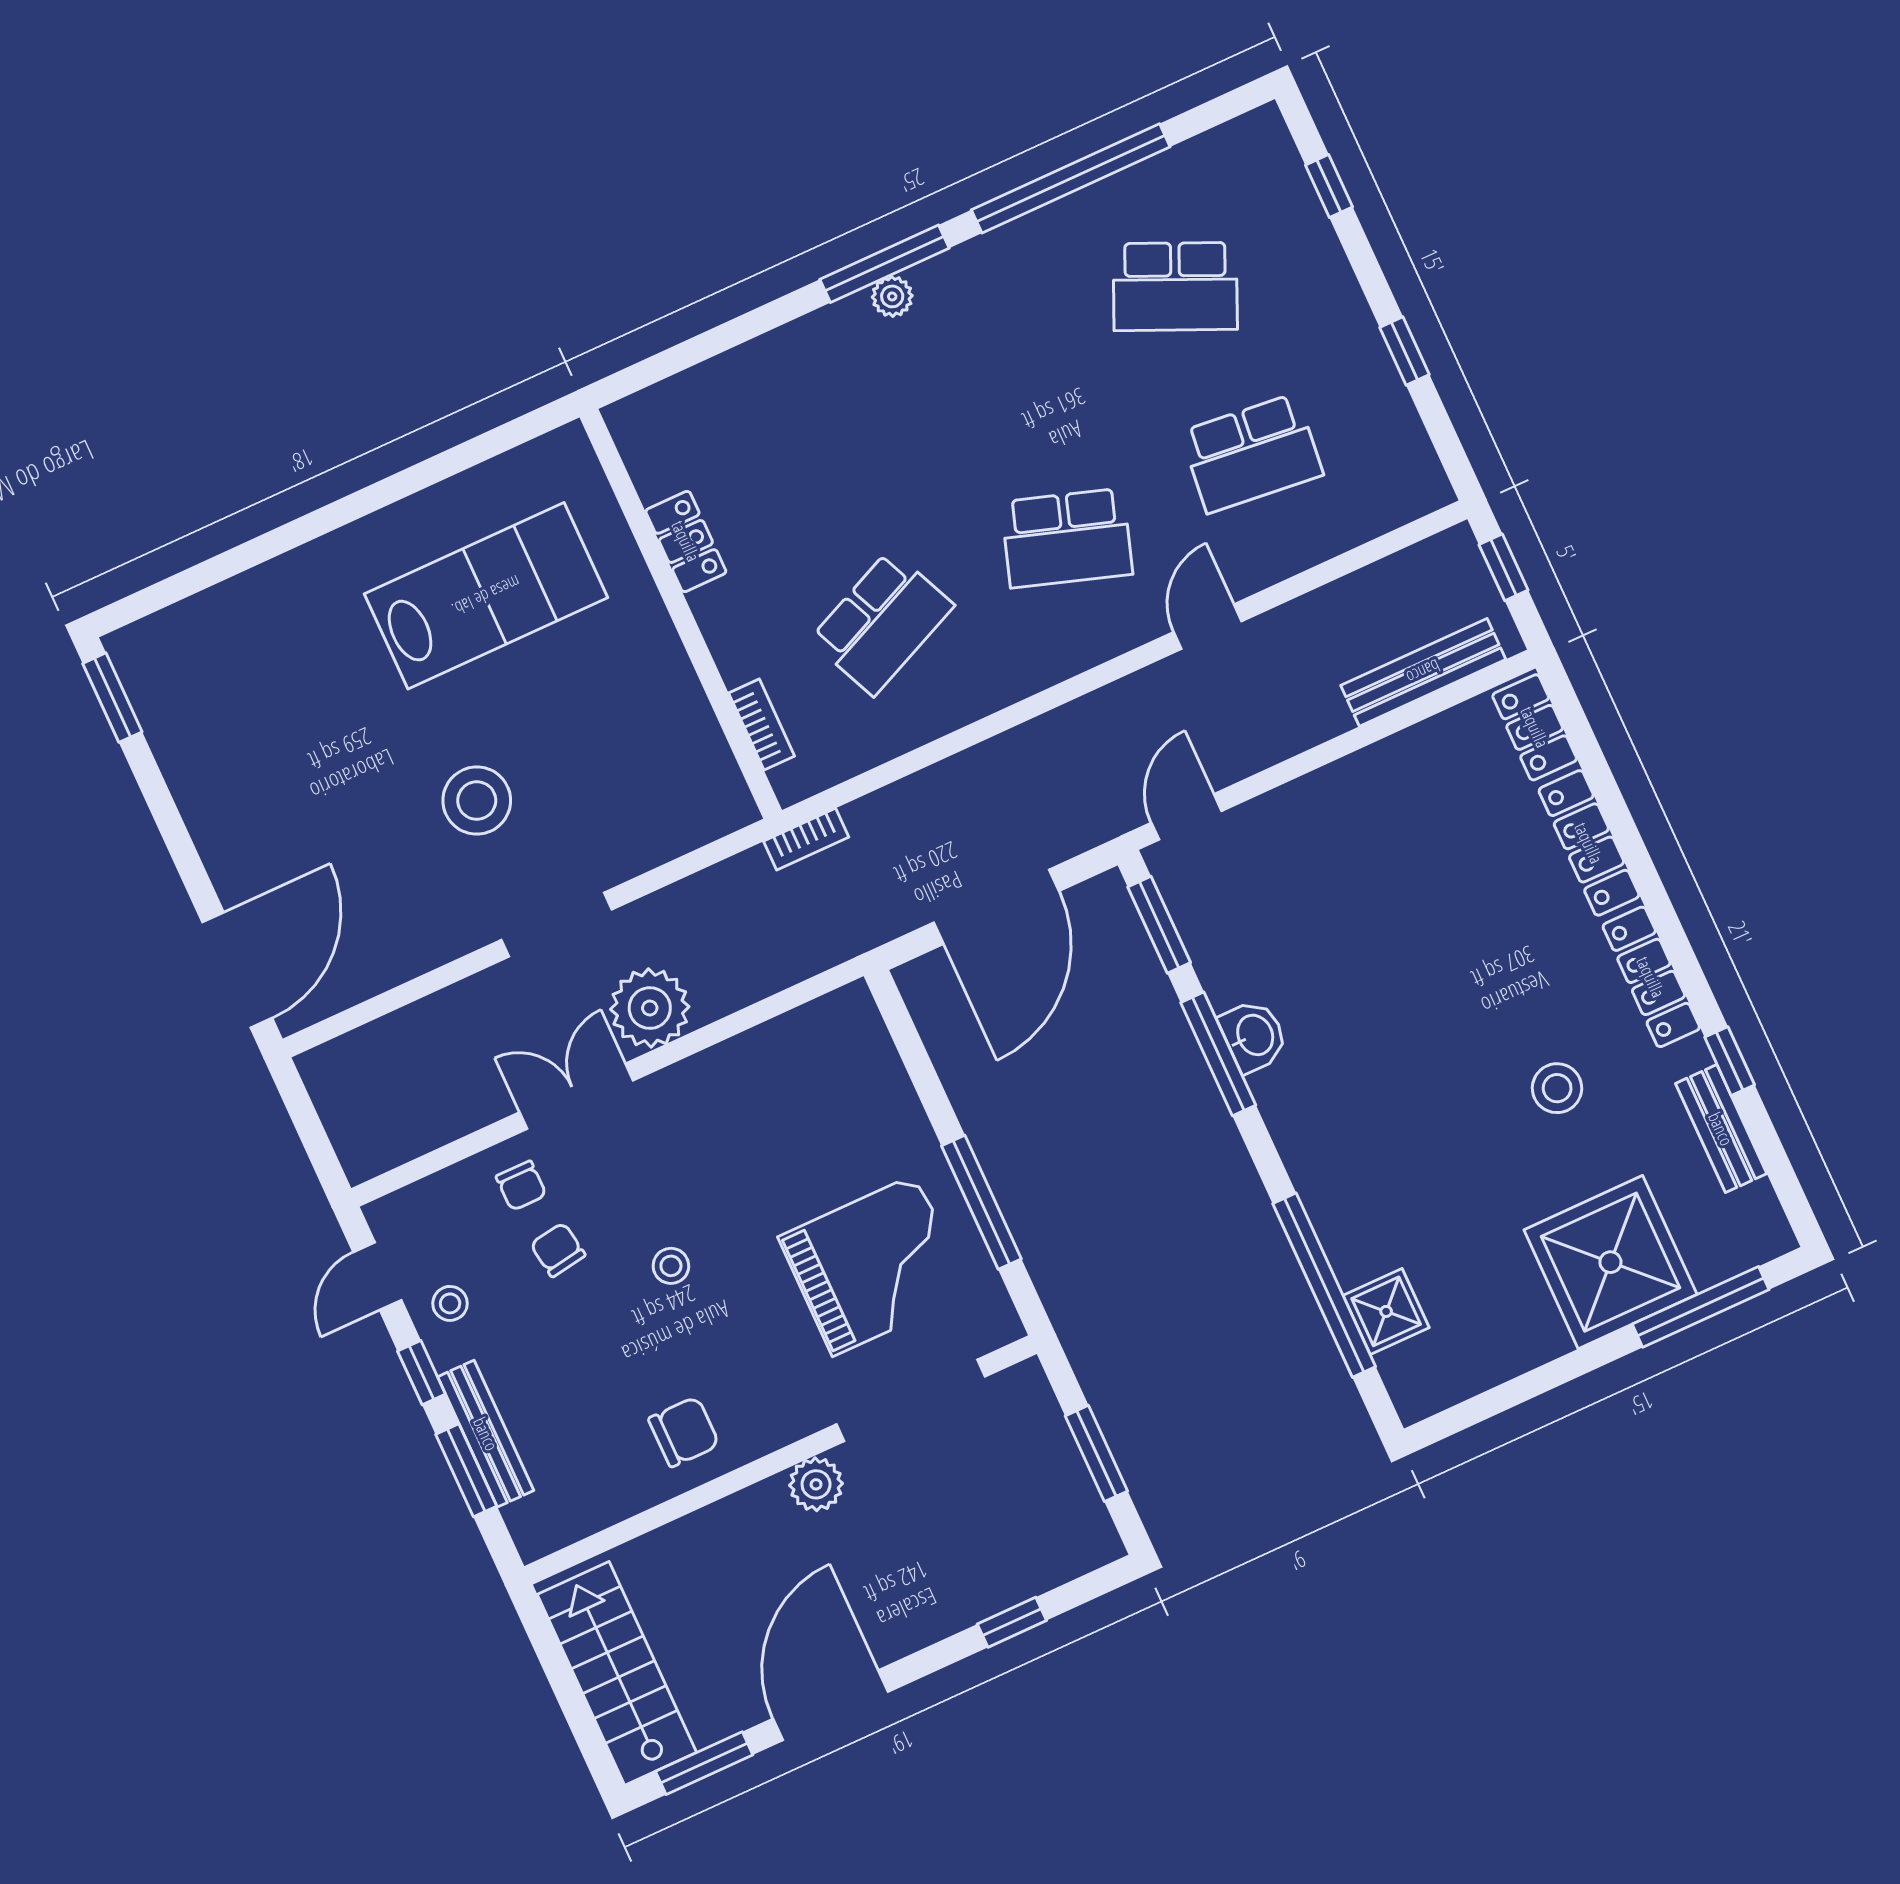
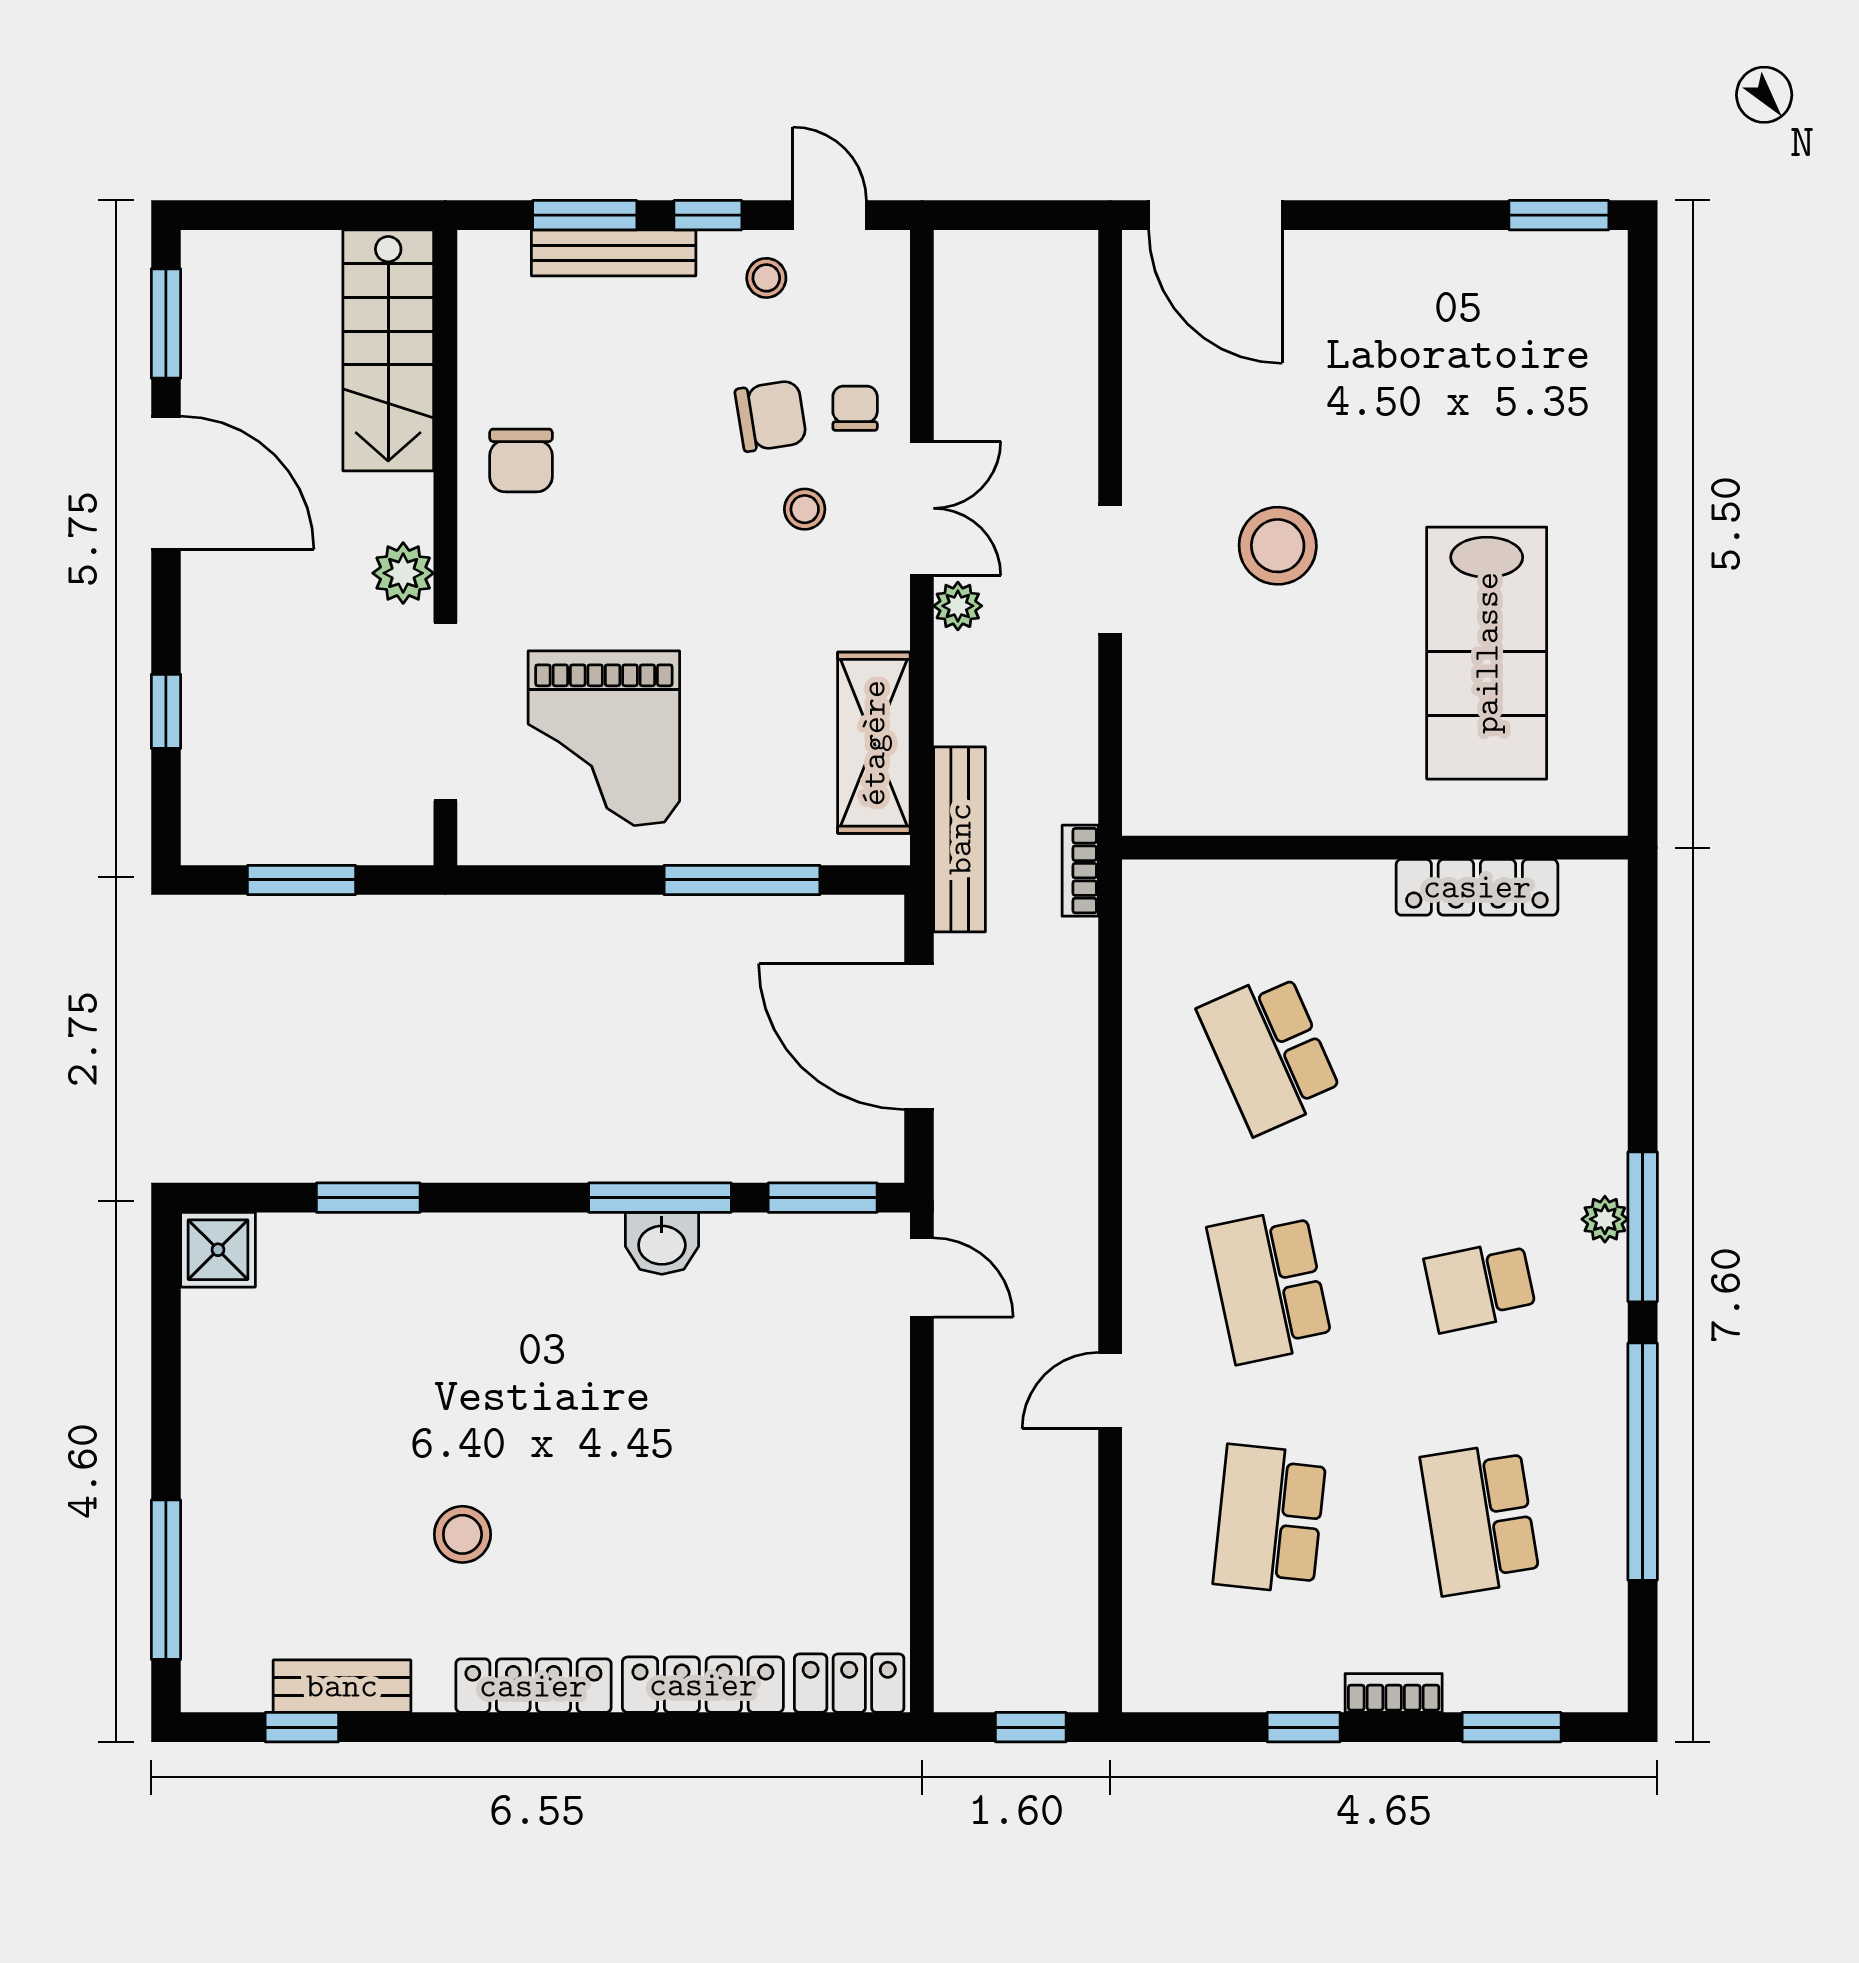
window: (1329, 186) -> (1512, 1727), width x1.50
school desk: (1175, 287) -> (1480, 1519), turned -33
school desk: (990, 371) -> (1480, 1286), added
school desk: (1067, 538) -> (1270, 1286), turned -30
locker: (686, 541) -> (1477, 887), width x1.53
door: (1208, 627) -> (1110, 1391), swing flipped
bench: (1423, 672) -> (960, 839), moved
bookcase: (762, 725) -> (1394, 1693), moved, turned 180
plant: (650, 1008) -> (958, 606), width x0.53, depth x0.53
shelving: (780, 1049) -> (874, 743), added
window: (1730, 1061) -> (302, 1727), moved
chair: (521, 1186) -> (855, 408), turned 90
window: (981, 1202) -> (742, 880), moved
chair: (558, 1250) -> (771, 416), width x1.37, depth x1.37
shower: (1610, 1262) -> (256, 1507), removed
stool: (671, 1266) -> (805, 509), moved
window: (1324, 1285) -> (368, 1198), width x0.47
shower: (1386, 1311) -> (218, 1250), moved
stairs: (617, 1673) -> (388, 350), moved, turned 90

